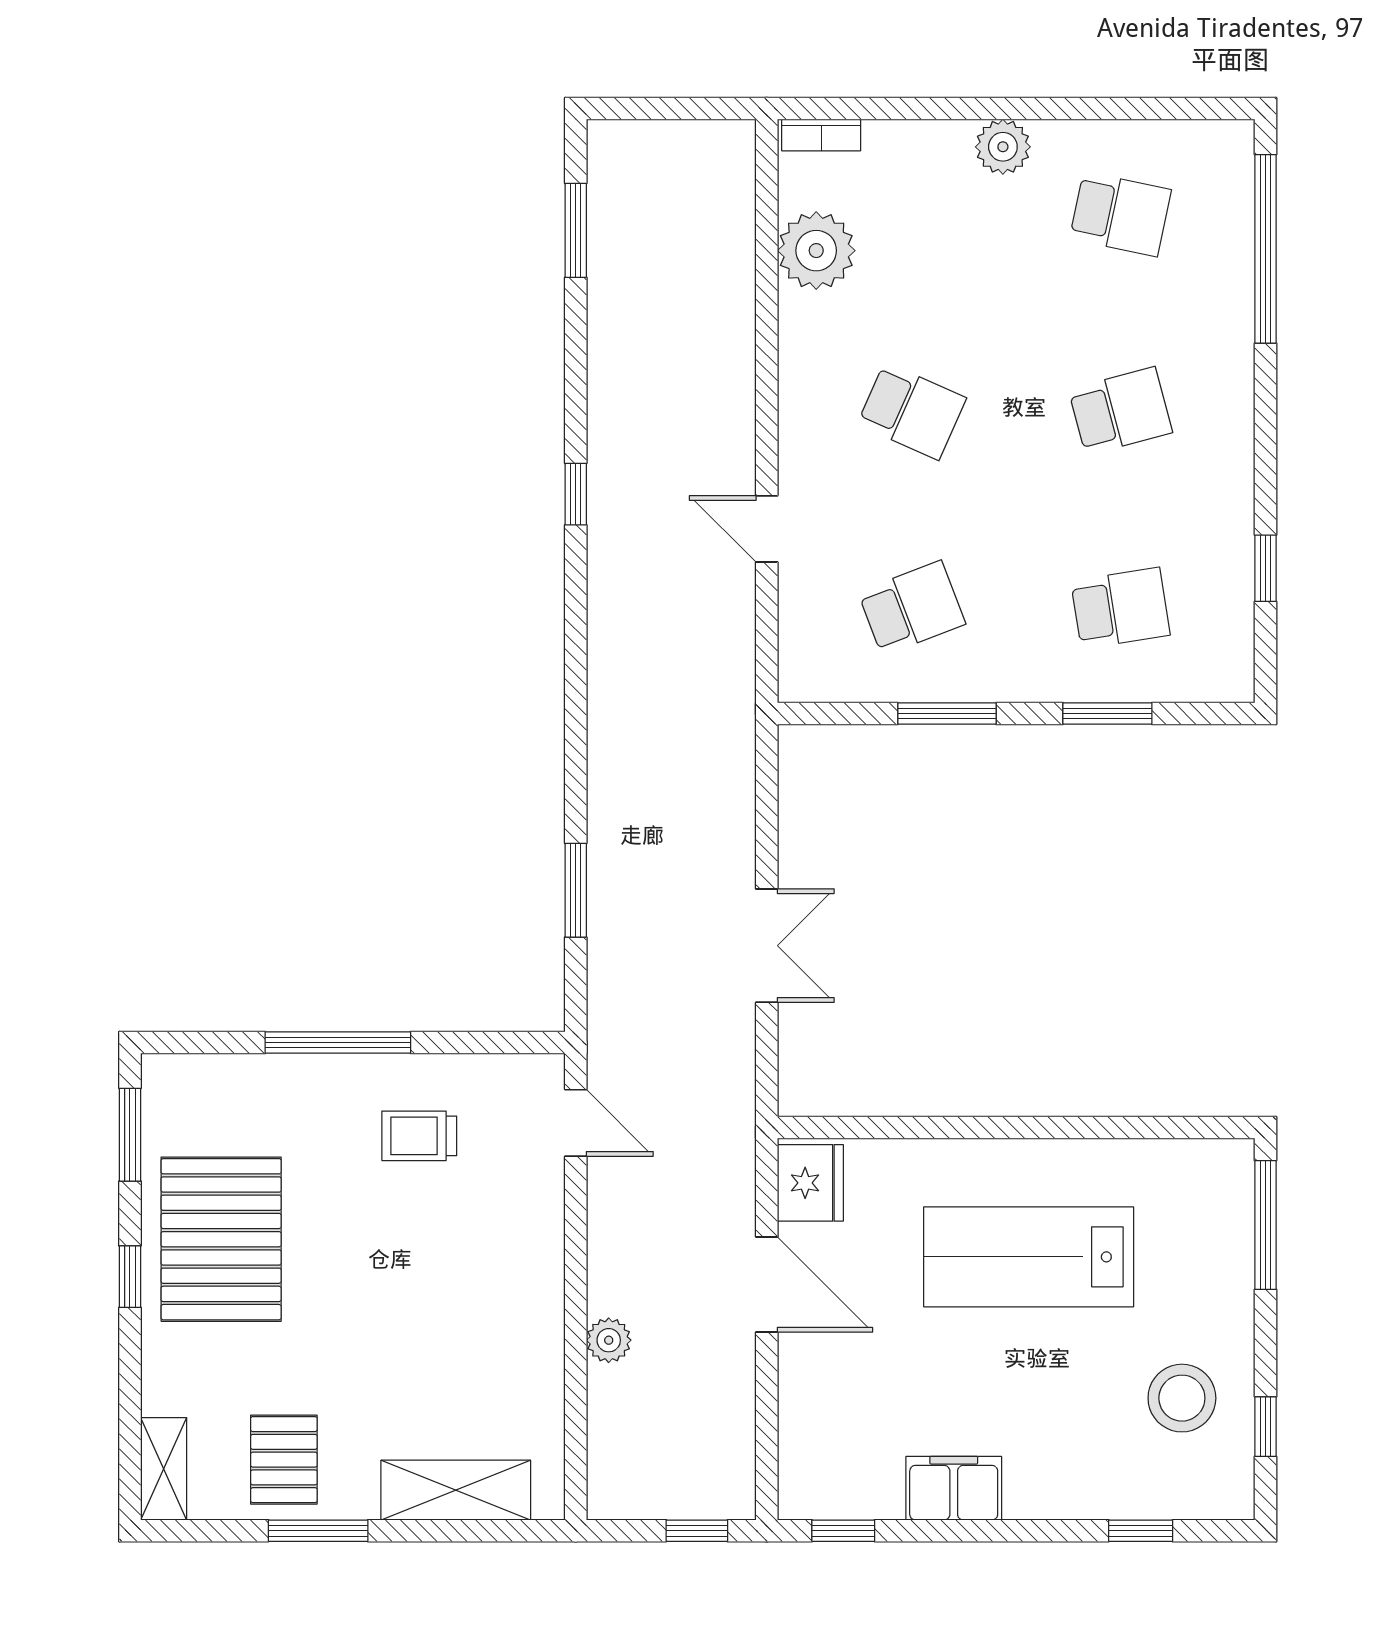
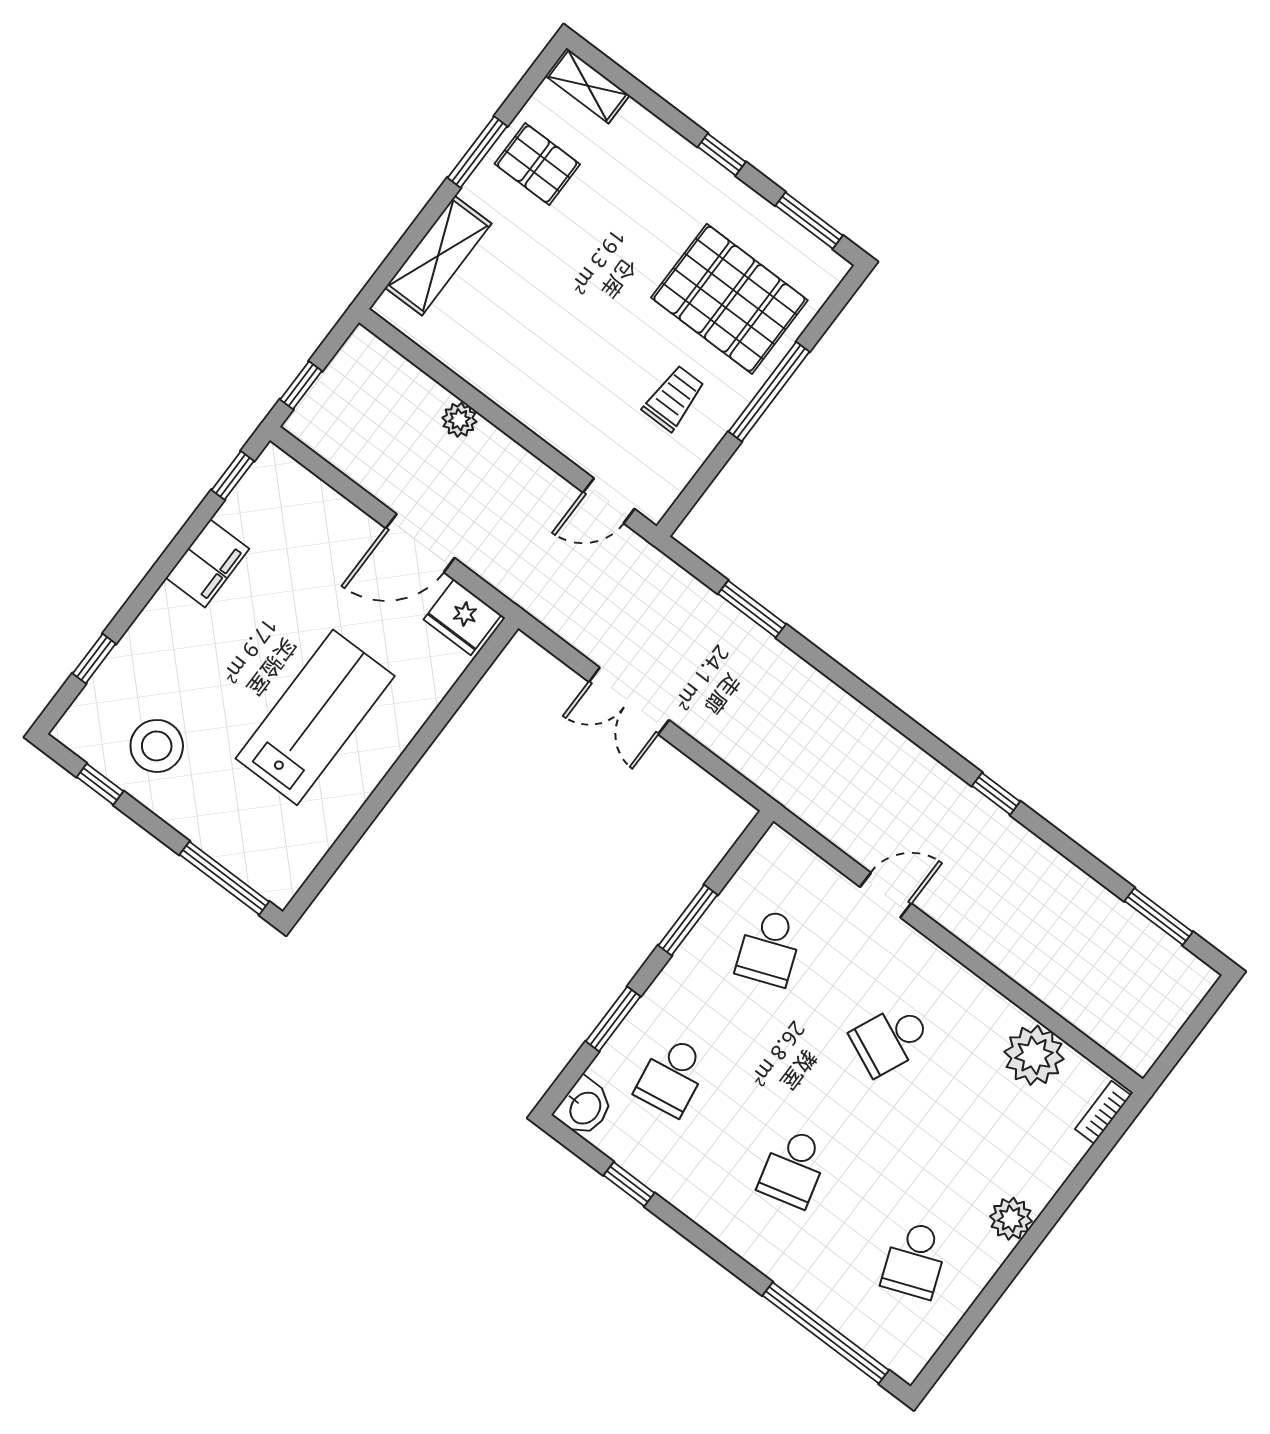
school desk: (1120, 214) -> (915, 1260), turned -33
washbasin: (1221, 674) -> (584, 1107), added
pallet: (221, 1239) -> (729, 299), moved

